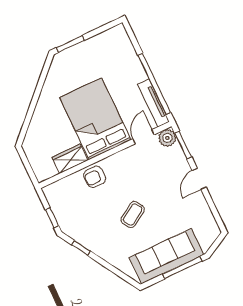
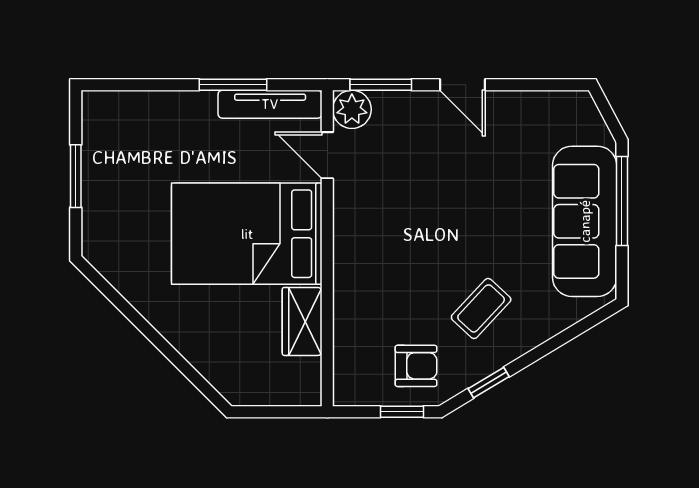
window: (70, 44) -> (76, 176), moved
window: (154, 84) -> (233, 85), width x0.47
armchair: (95, 177) -> (416, 366), moved, turned -90
coffee table: (133, 215) -> (481, 308), moved, turned 76

